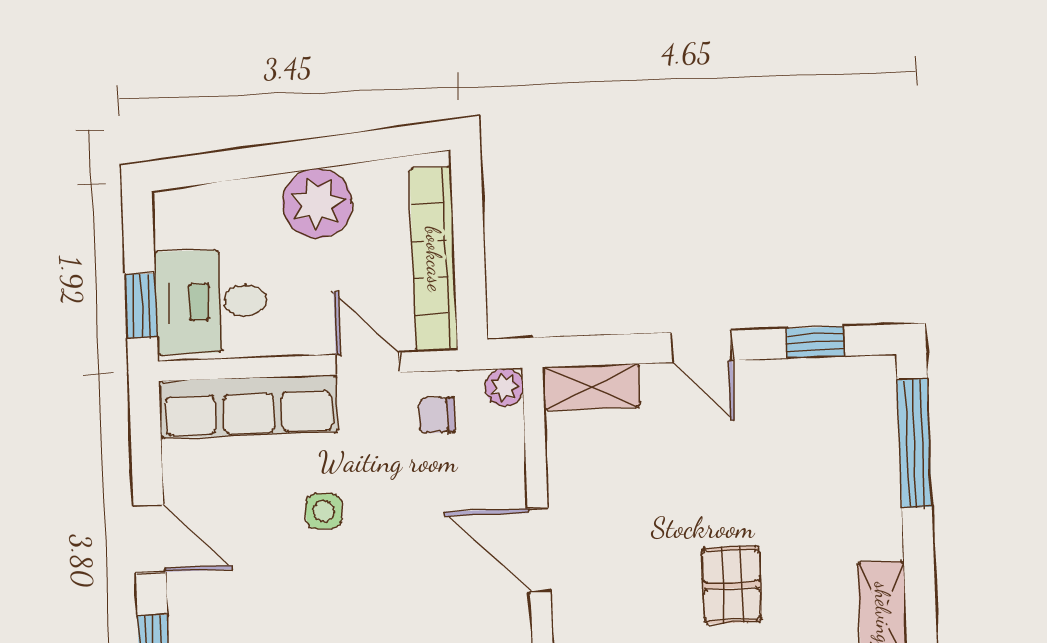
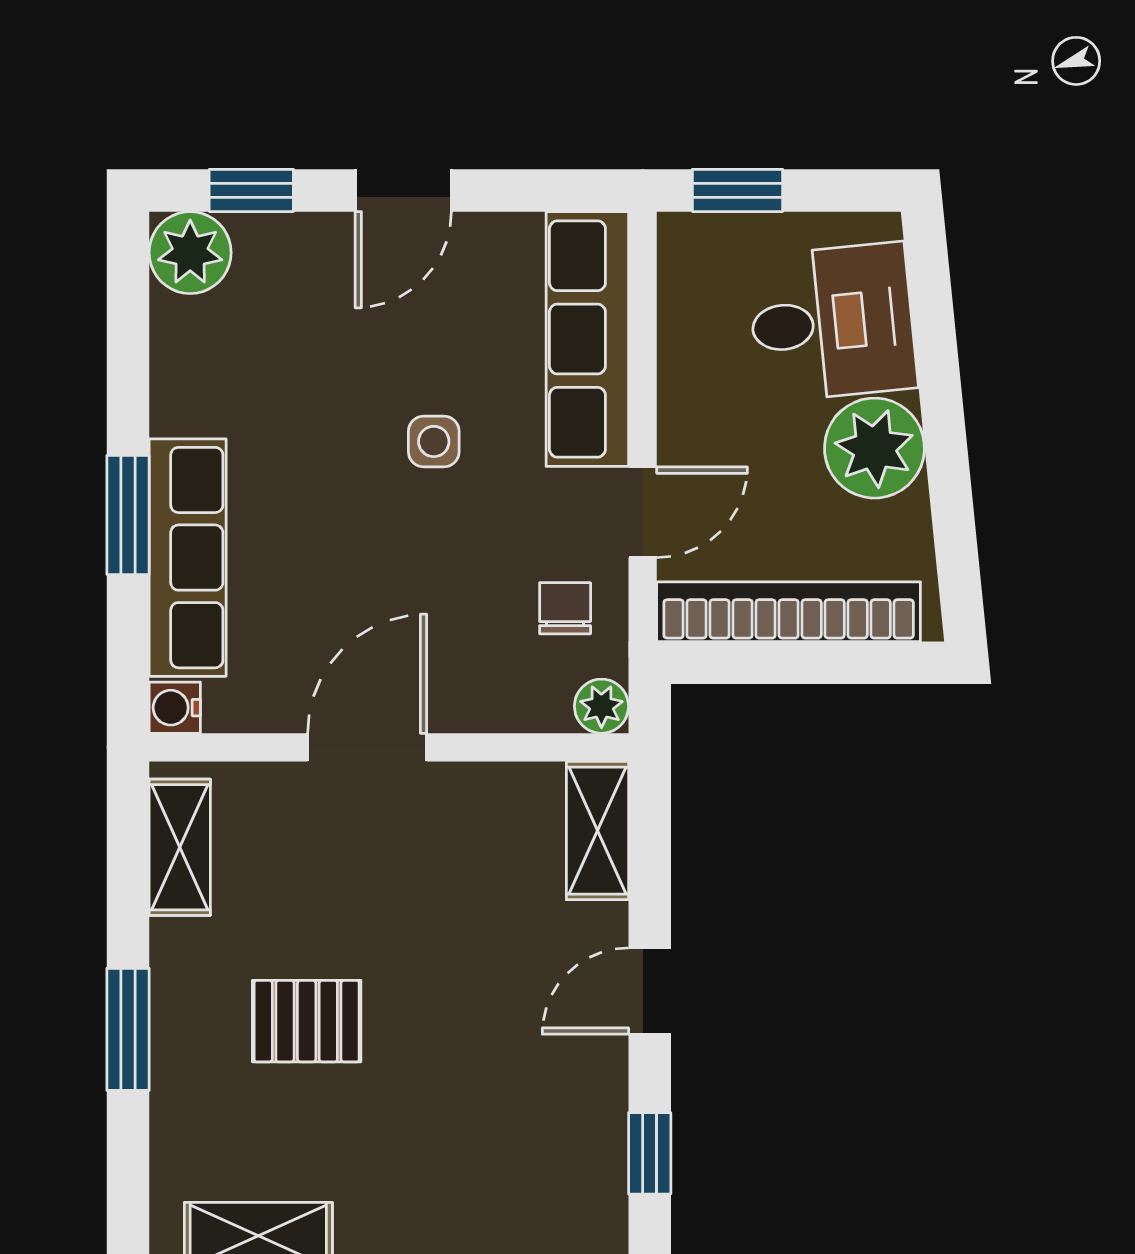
desk: (211, 301) -> (832, 322), moved, turned 84

